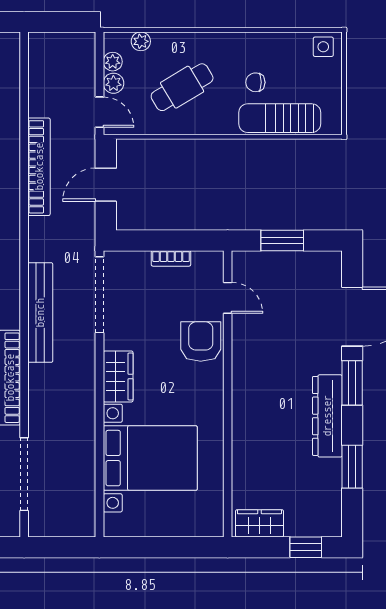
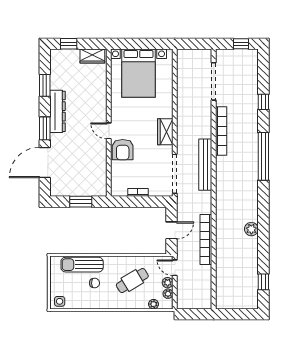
sun lounger: (280, 118) -> (82, 265), turned 180
door: (228, 298) -> (109, 131), moved
bed with nightstands: (150, 458) -> (139, 73), moved, turned -90

